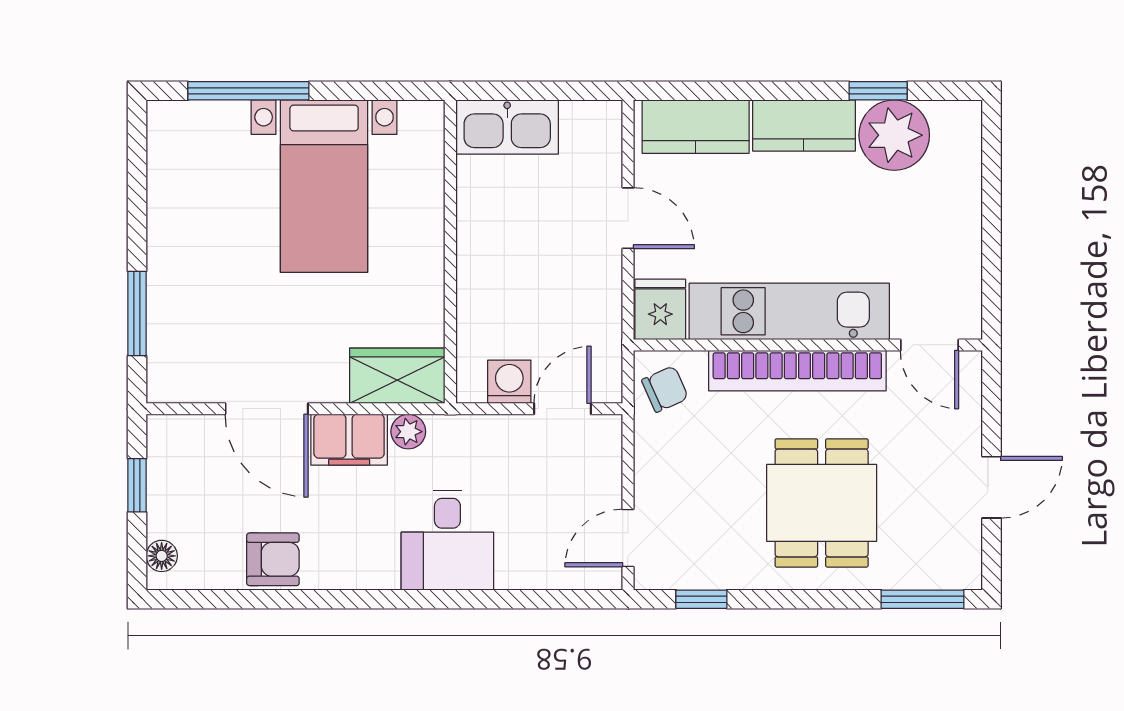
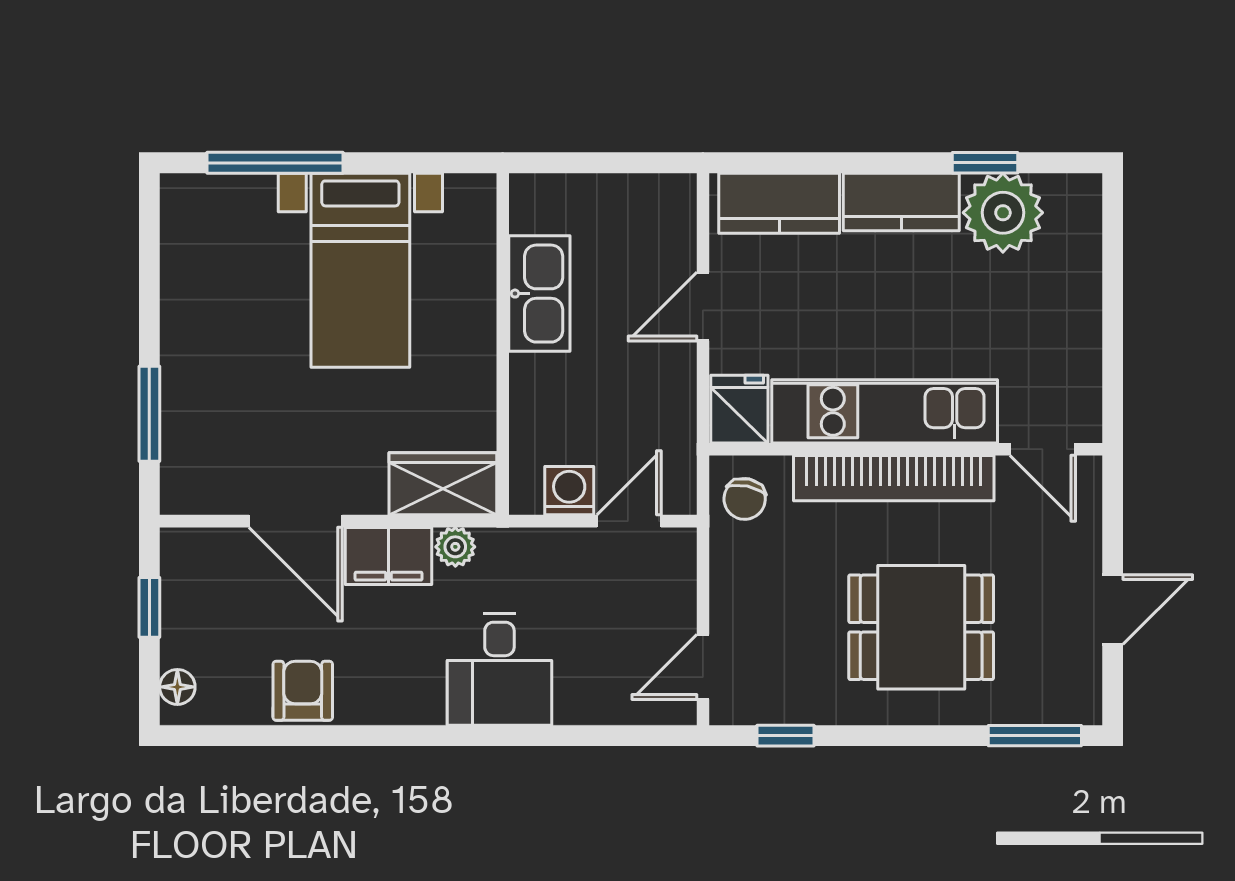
kitchen sink: (507, 127) -> (539, 294), moved, turned -90
door: (628, 218) -> (703, 306), swing flipped
chair: (665, 389) -> (745, 499), turned 126
dining table: (822, 503) -> (921, 627), turned 90
armchair: (273, 559) -> (303, 691), turned -90

